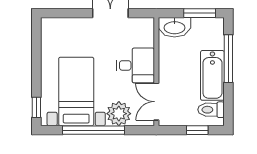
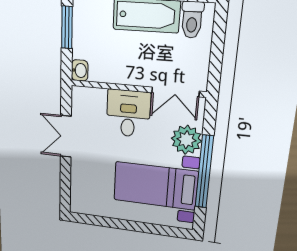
washbasin: (174, 27) -> (80, 70), width x0.52, depth x0.69
window: (36, 107) -> (171, 231), removed
window: (197, 130) -> (218, 41), removed

